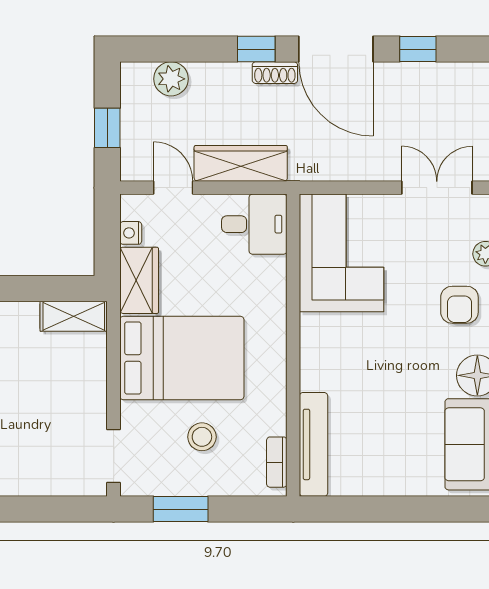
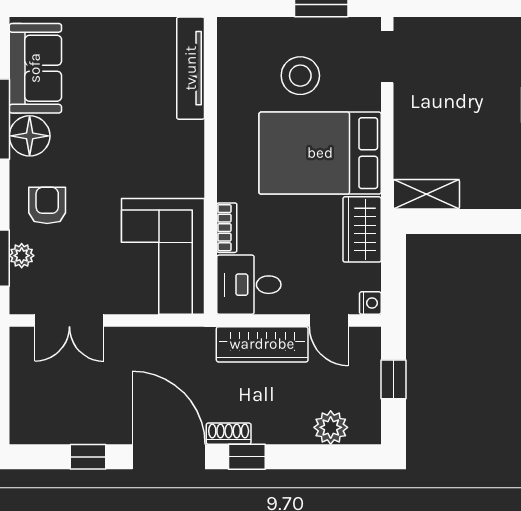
nightstand: (131, 233) -> (370, 303), moved
stool: (202, 437) -> (300, 76), width x1.38, depth x1.38
bookcase: (277, 462) -> (227, 228), moved

